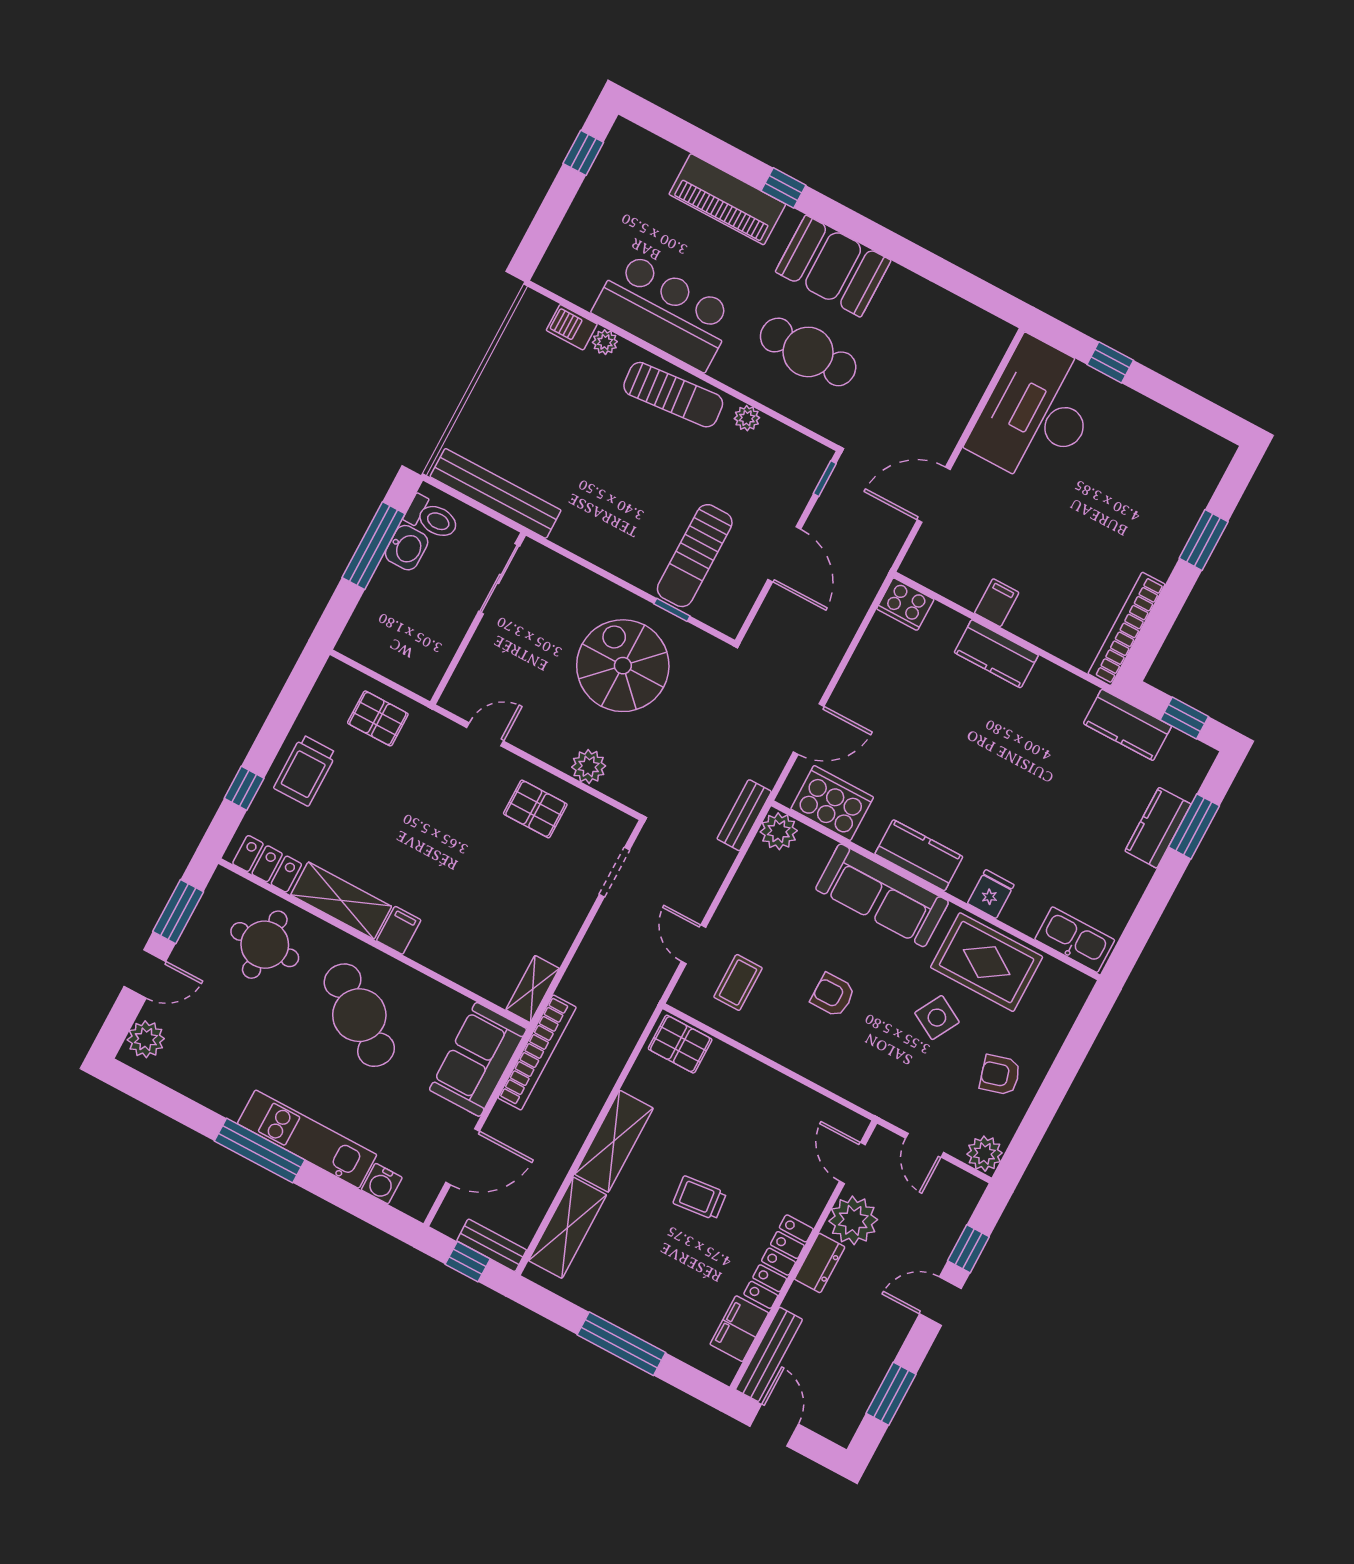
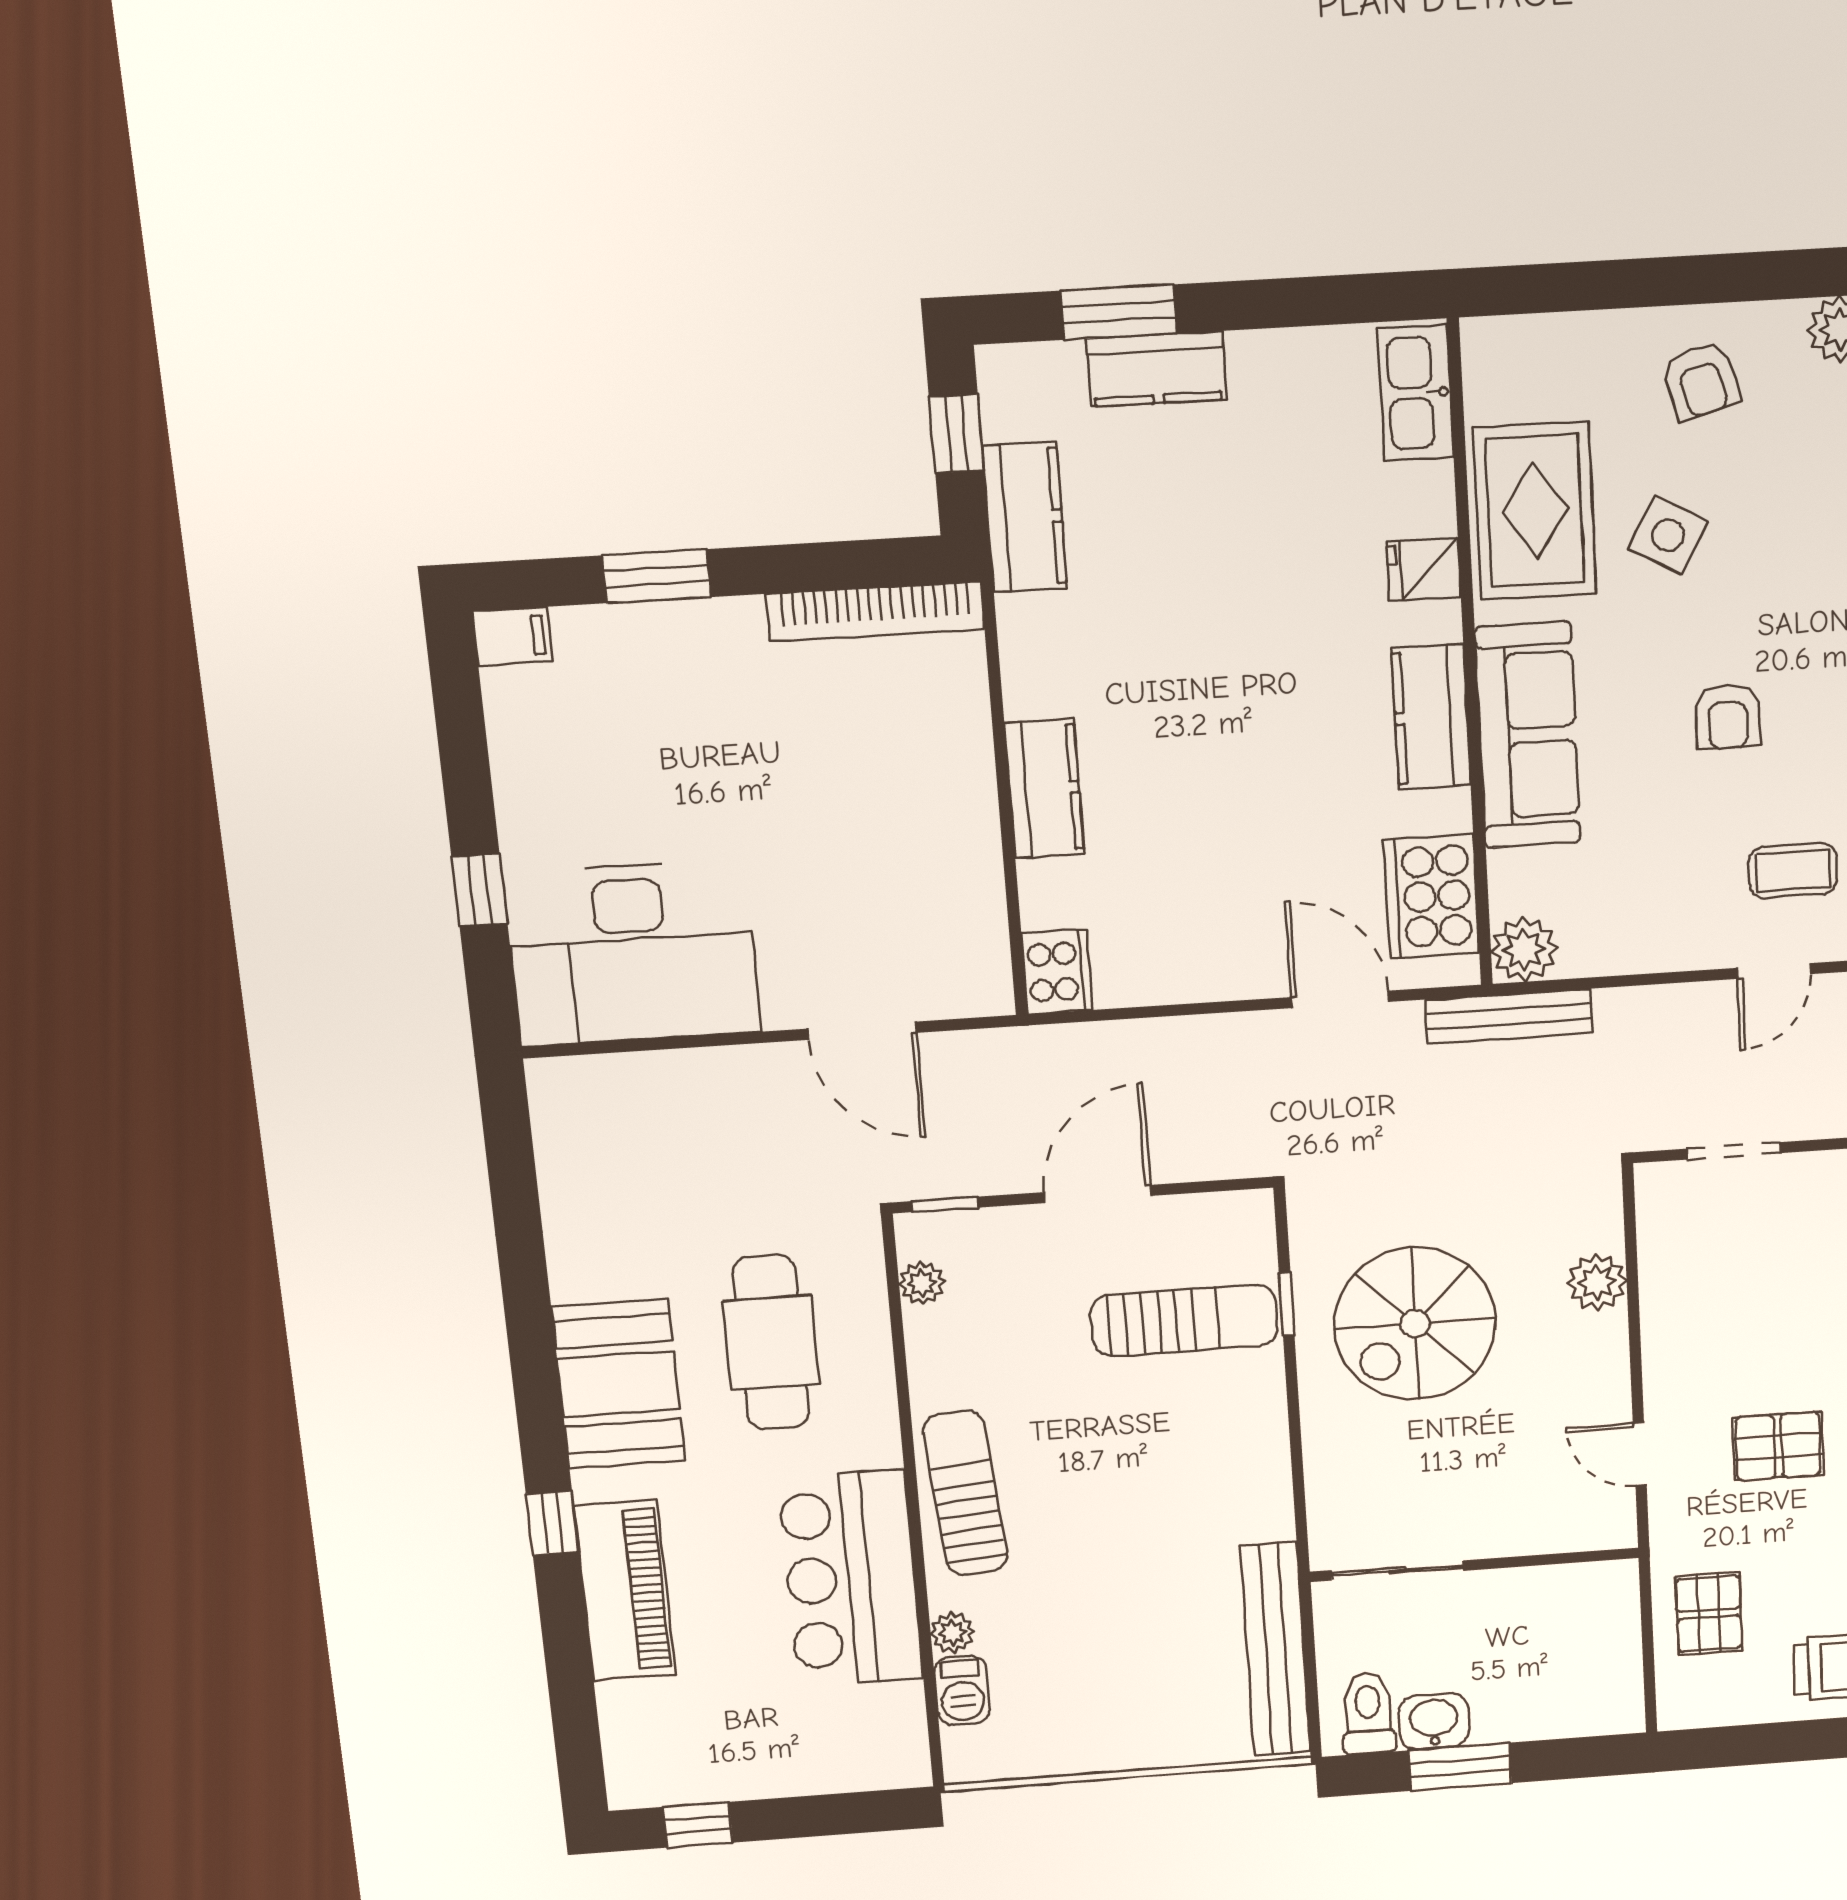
plant: (747, 418) -> (922, 1283), moved
window: (374, 546) -> (1460, 1767), width x0.69
filing cabinet: (997, 603) -> (512, 636), moved, turned 180
pallet: (535, 809) -> (1778, 1446), moved, turned 90
bench: (744, 815) -> (1509, 1016), width x1.36

